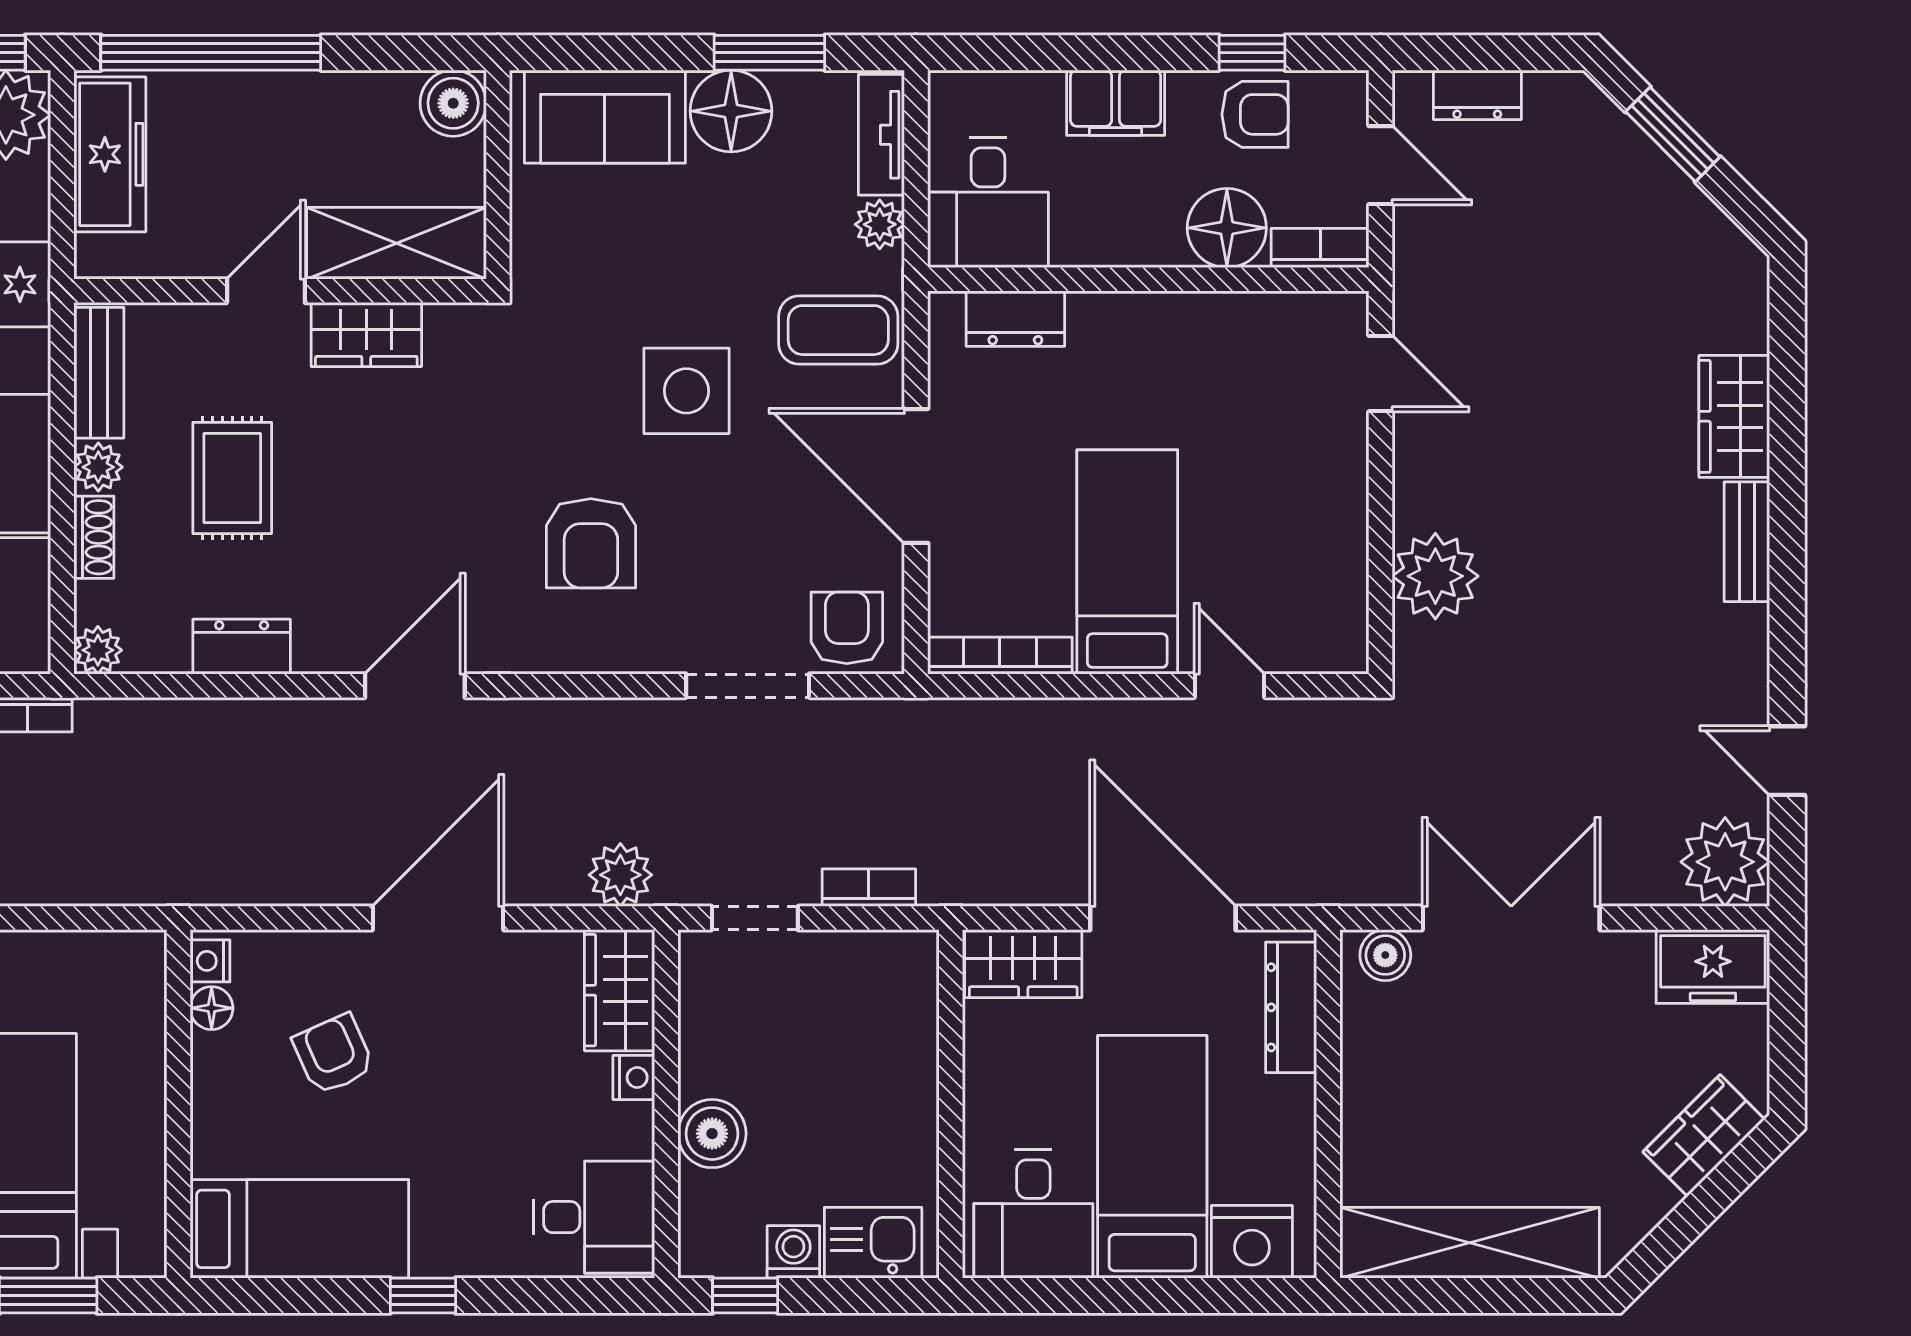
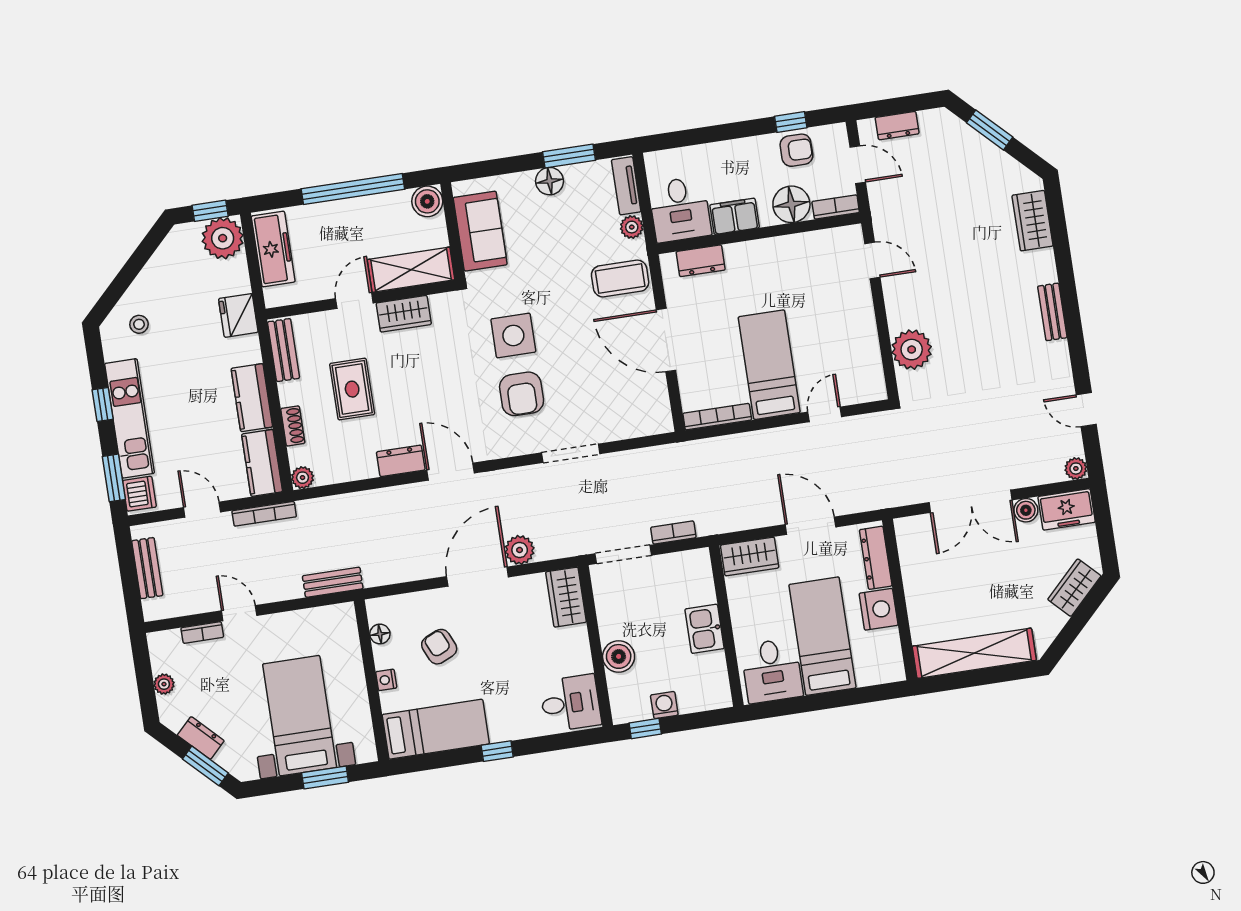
window: (211, 53) -> (353, 189), moved
filing cabinet: (1116, 103) -> (735, 216), moved, turned 180
floor lamp: (731, 111) -> (550, 181), width x0.73, depth x0.73
sofa: (605, 117) -> (480, 231), moved, turned -90
side table: (686, 391) -> (513, 336), moved
wardrobe: (1734, 416) -> (1033, 221), moved
plant: (98, 467) -> (290, 393), removed
armchair: (847, 628) -> (645, 415), removed
dresser: (242, 647) -> (401, 461), moved
door: (415, 686) -> (451, 472), hinge flipped
doorway: (748, 686) -> (571, 453), moved
door: (1229, 686) -> (825, 414), hinge flipped
plant: (1725, 862) -> (1076, 469), width x0.53, depth x0.53
plant: (620, 875) -> (520, 550), moved
bench: (128, 883) -> (333, 582), added
doorway: (755, 918) -> (623, 554), width x1.38
door: (1163, 918) -> (811, 526), width x0.73
double door: (1511, 918) -> (970, 501), swing flipped
boiler: (1385, 955) -> (1026, 510), moved
nightstand: (210, 961) -> (386, 680), moved
nightstand: (634, 1078) -> (579, 636), removed
nightstand: (1252, 1242) -> (879, 609), moved, turned -90
kitchen sink: (873, 1243) -> (705, 629), moved, turned -90

